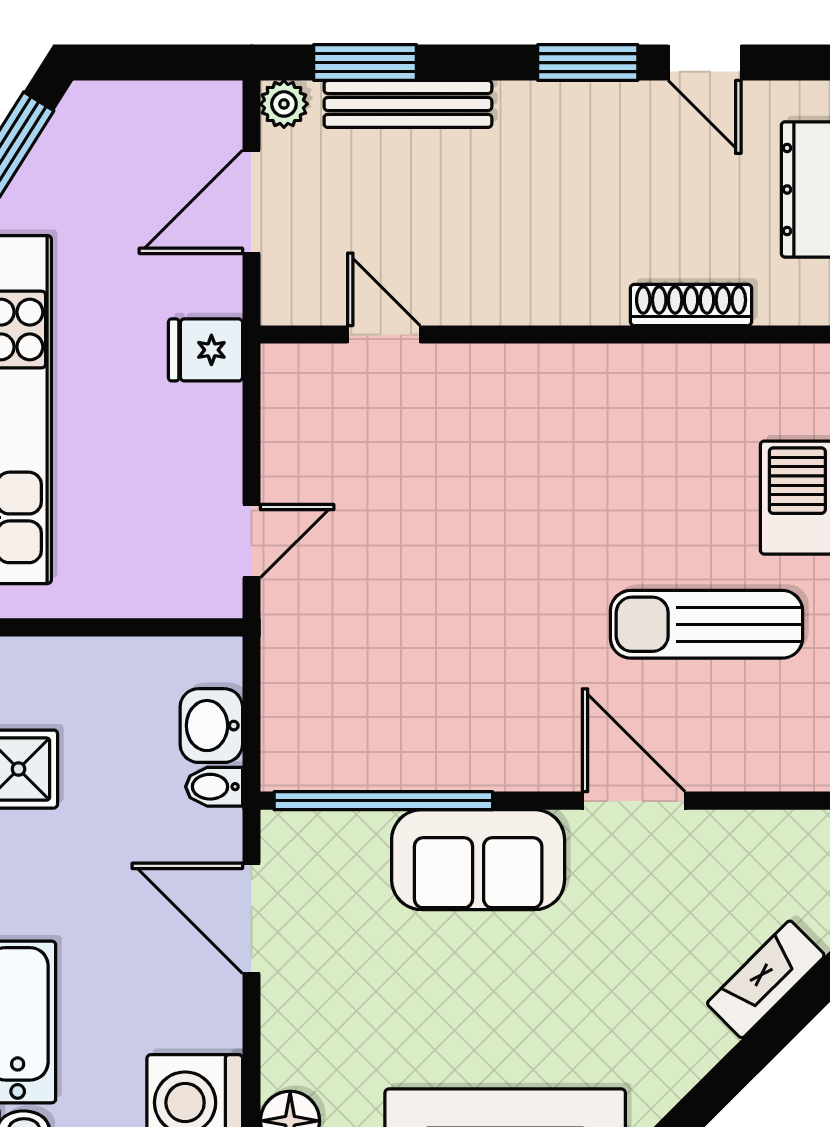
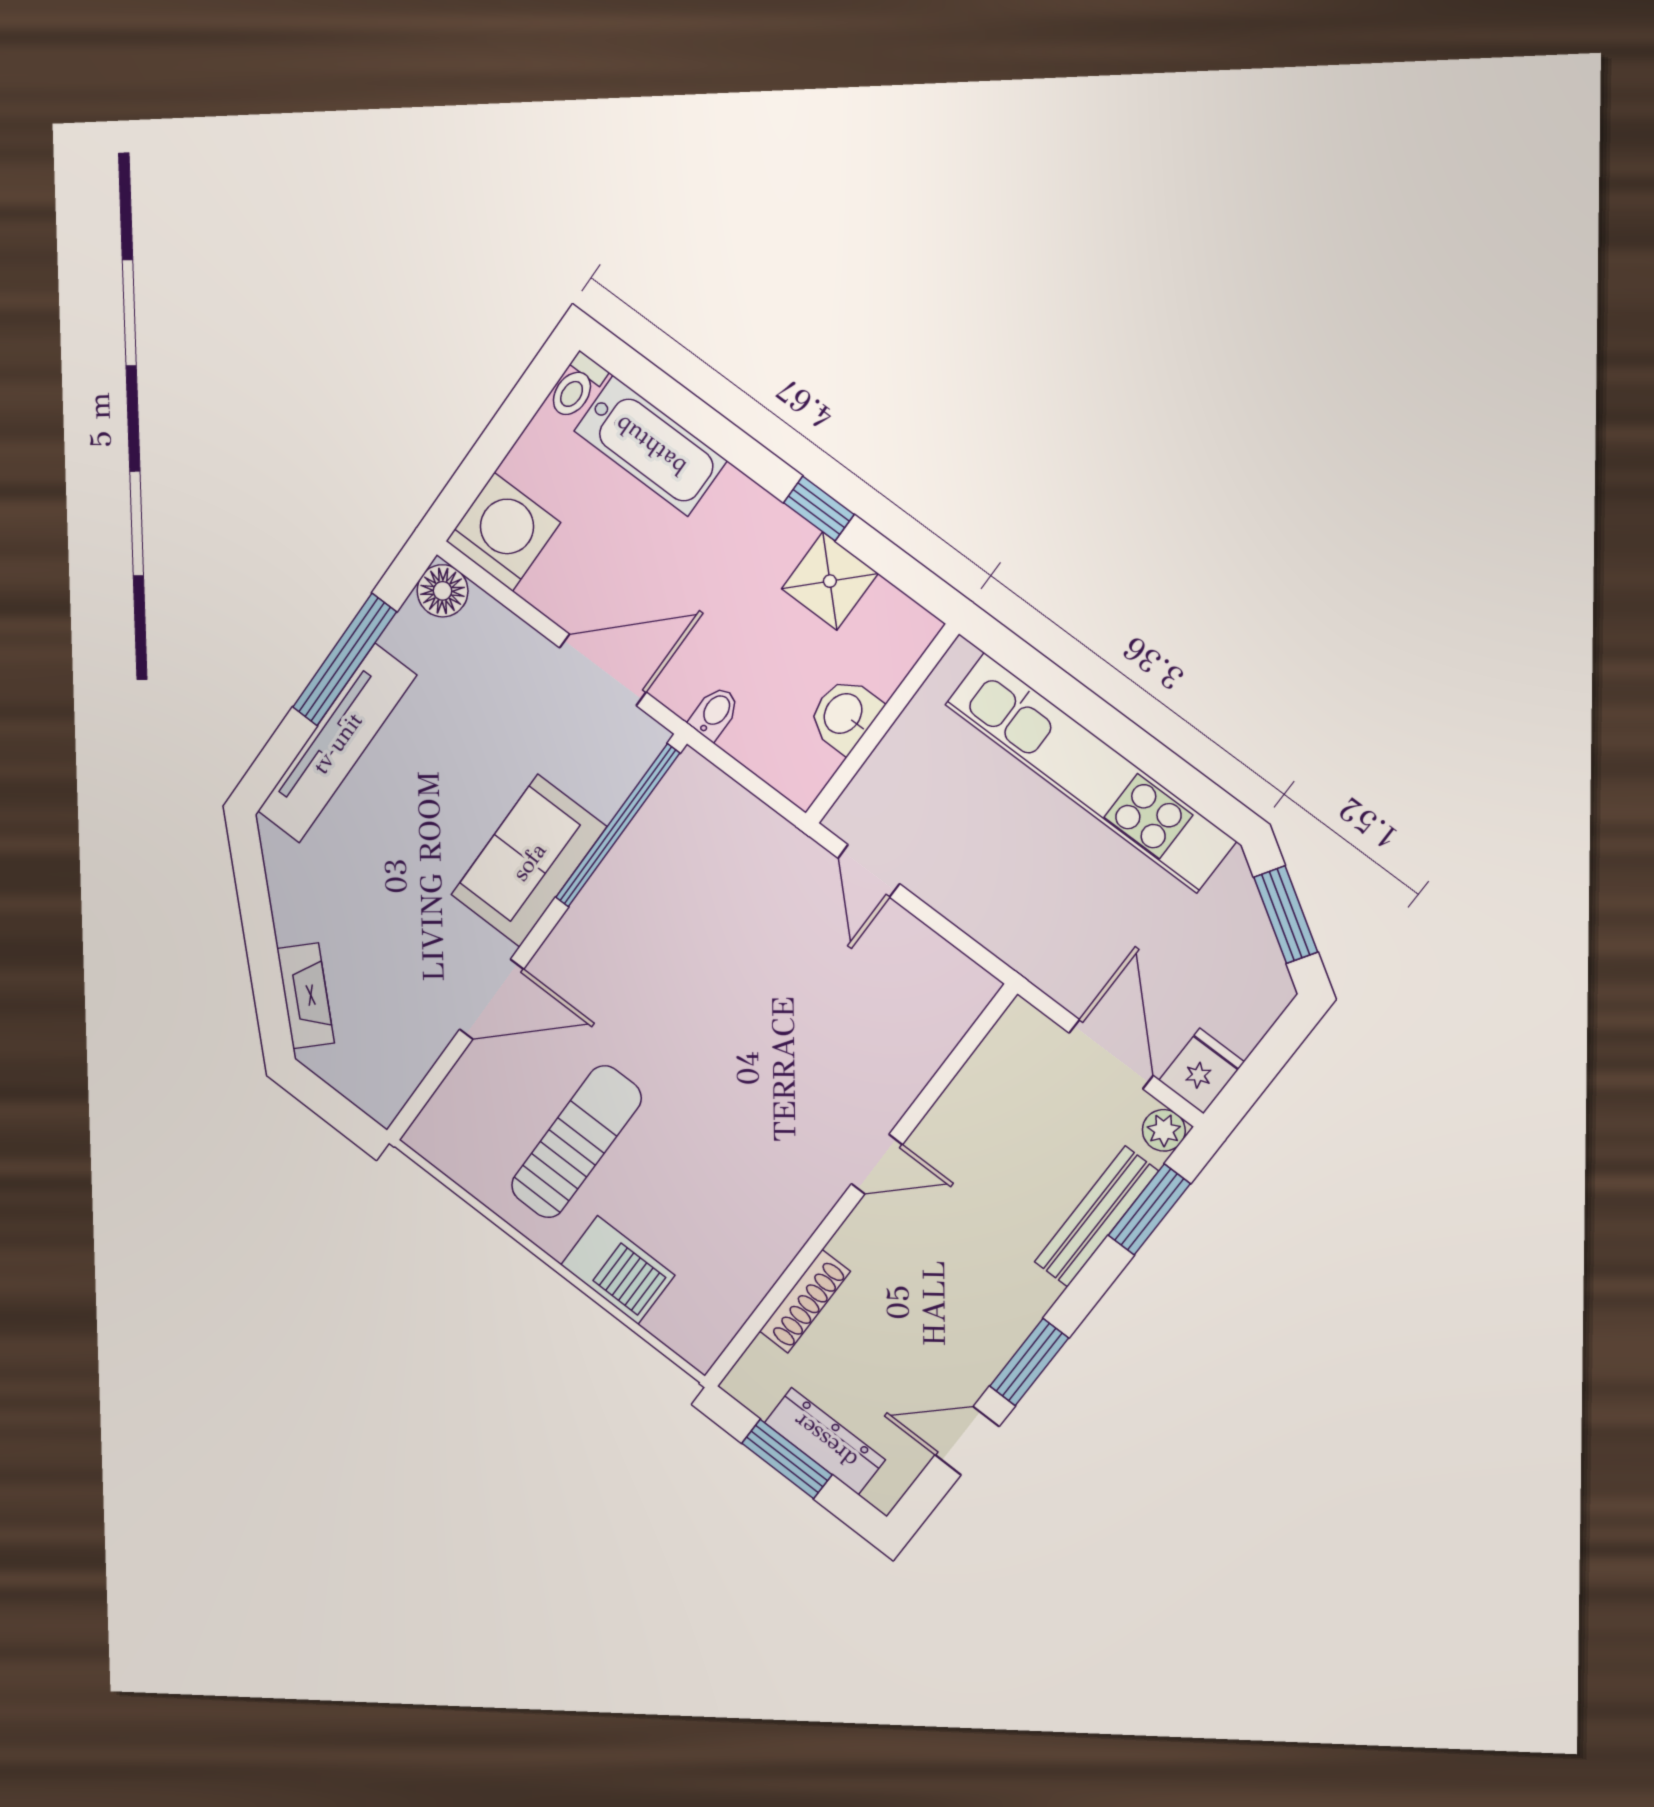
door: (384, 334) -> (877, 1164), moved
fridge: (205, 350) -> (1202, 1071), moved
washbasin: (211, 726) -> (844, 714), moved, turned -90

